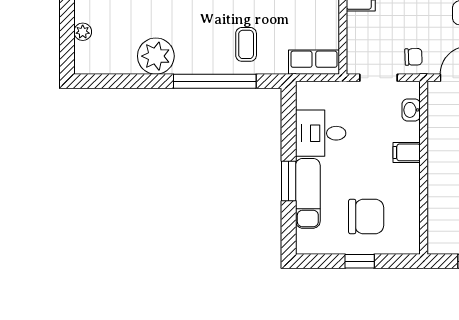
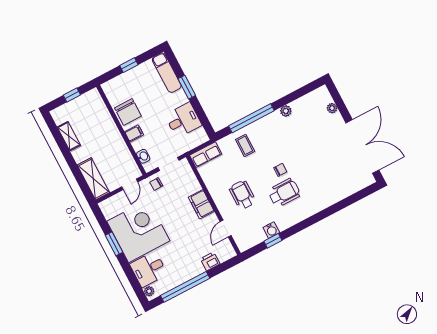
plant: (156, 56) -> (286, 111), width x0.53, depth x0.53
exam couch: (308, 193) -> (167, 73), moved
chair: (366, 216) -> (128, 112), moved, turned -90

